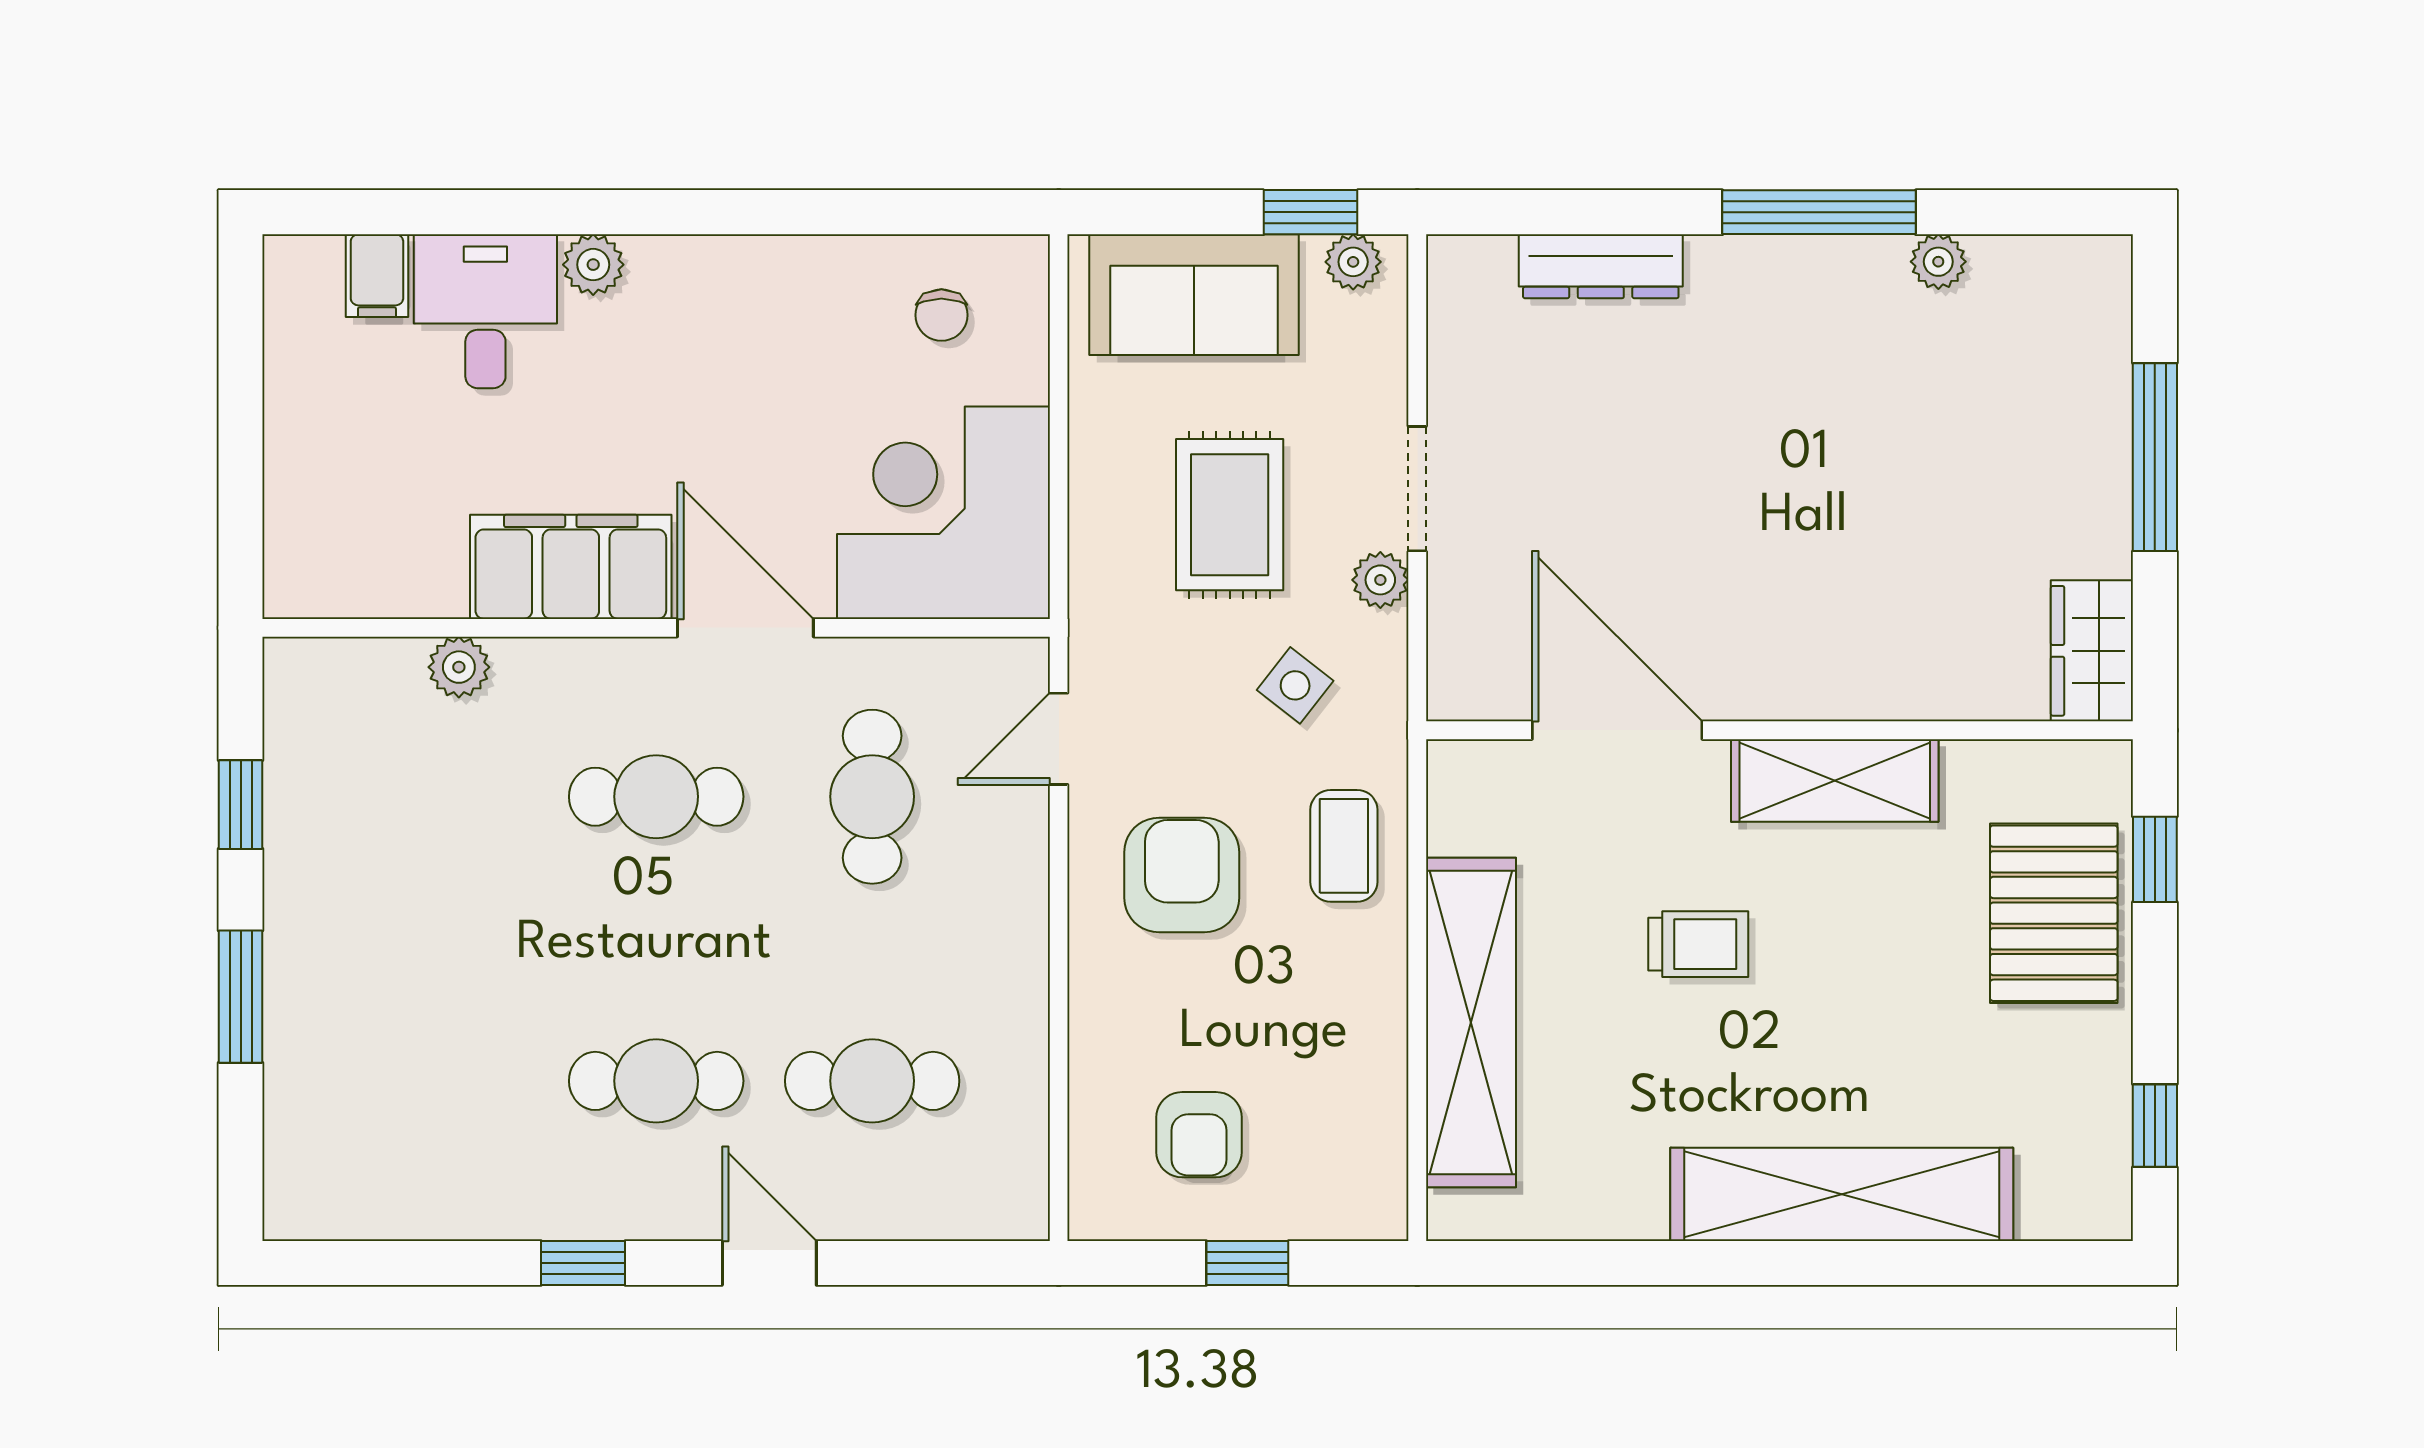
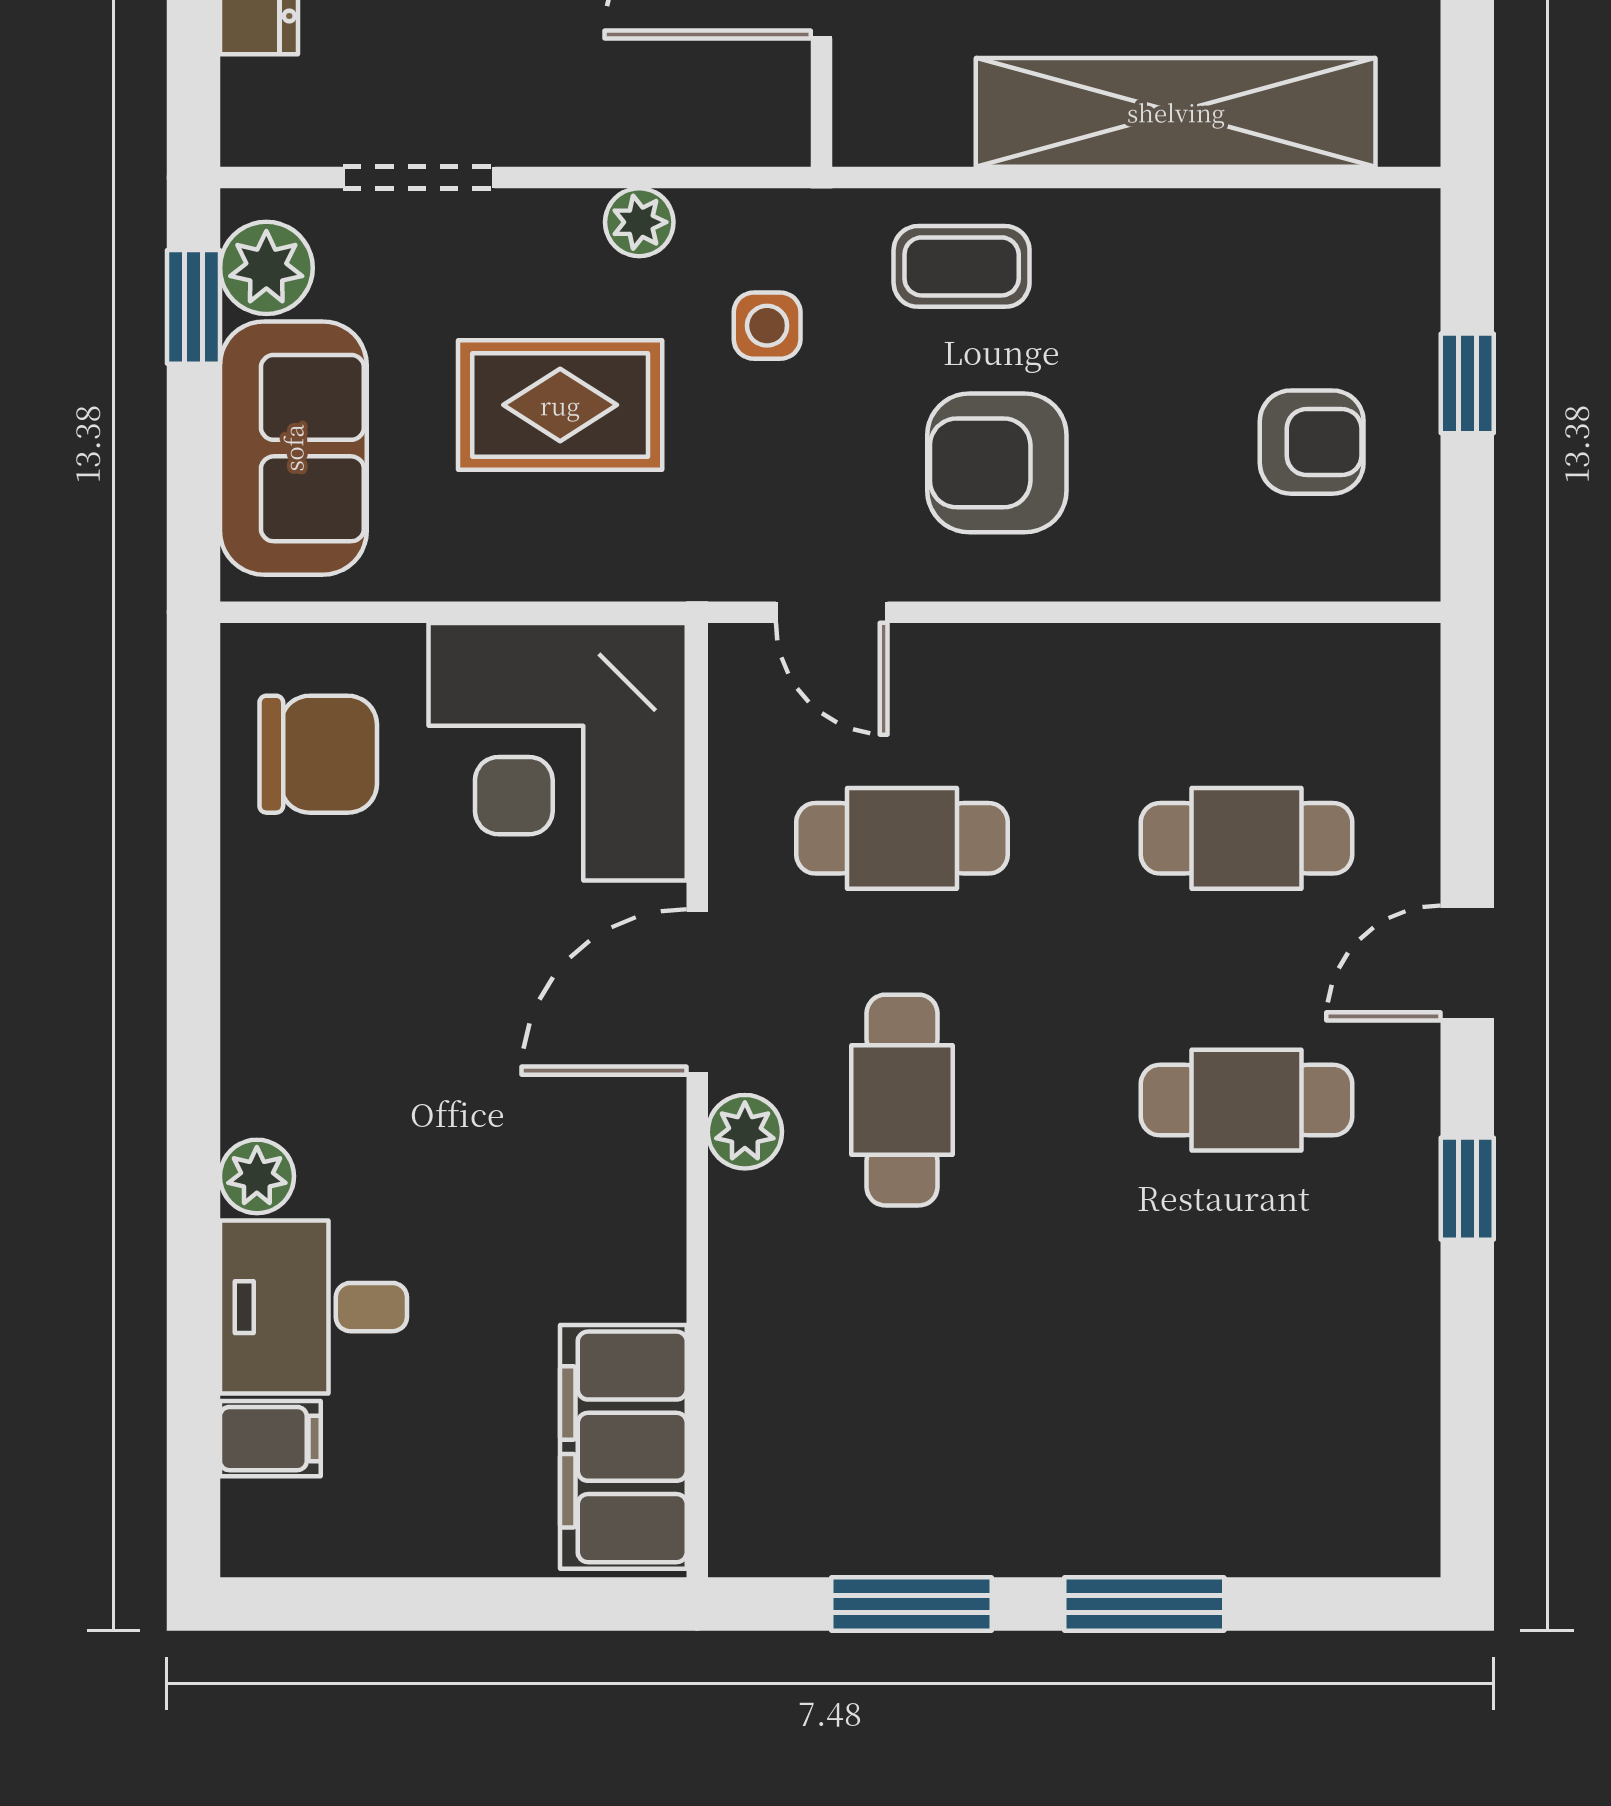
plant: (1353, 262) -> (266, 268), width x1.38, depth x1.38
chair: (941, 315) -> (318, 754), width x1.87, depth x1.87
doorway: (1417, 489) -> (419, 177), moved
filing cabinet: (571, 567) -> (623, 1447), moved
plant: (459, 667) -> (745, 1132), moved
side table: (1295, 685) -> (767, 326), turned -38
window: (241, 805) -> (912, 1604), width x1.50
cafe table: (656, 1081) -> (1247, 1100), turned 90
cafe table: (872, 1081) -> (1247, 838), turned 90

